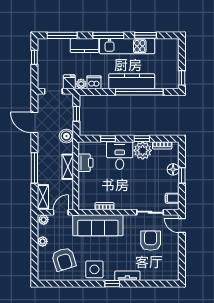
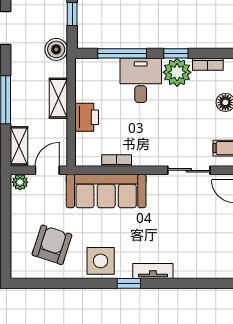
window: (108, 139) -> (122, 53), width x2.17
printer: (86, 163) -> (87, 117), moved
plant: (43, 241) -> (18, 217), removed
armchair: (151, 241) -> (190, 215), removed
armchair: (64, 259) -> (52, 245), turned -145

